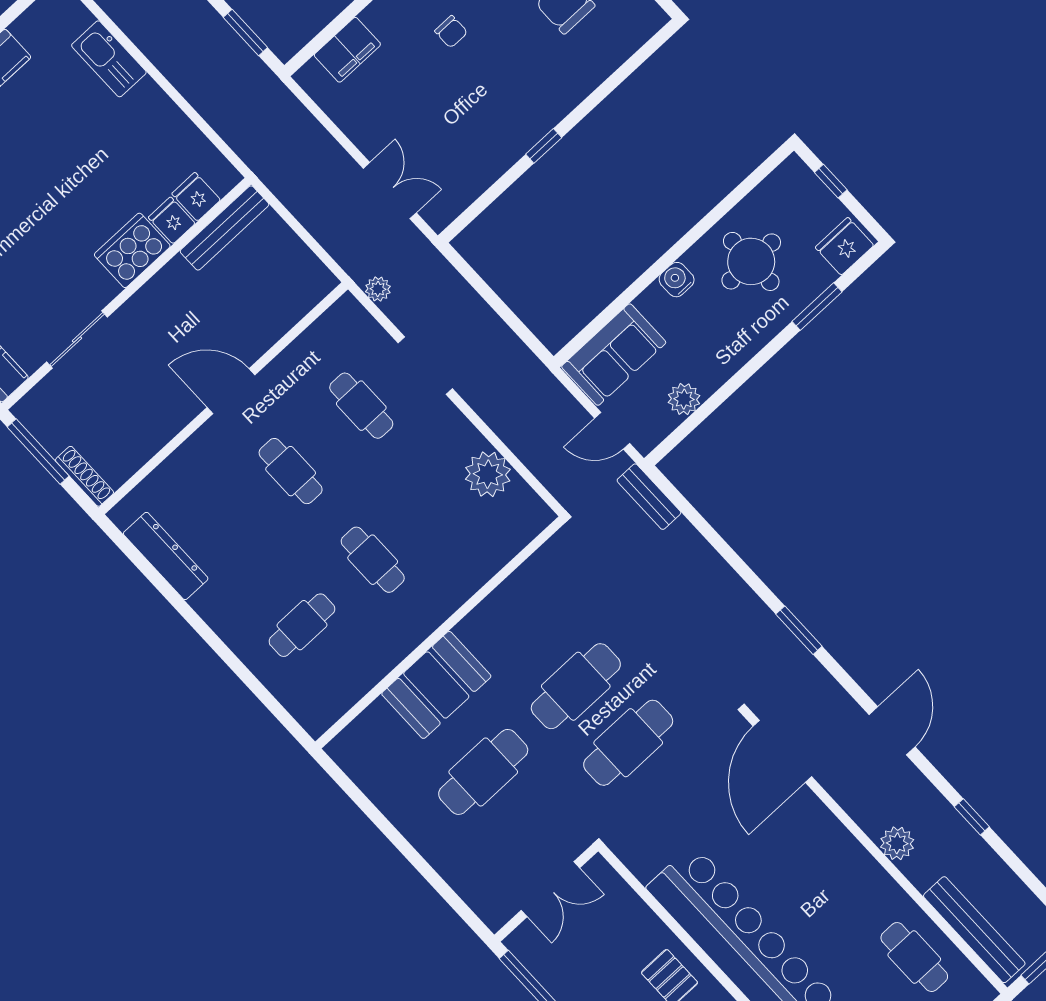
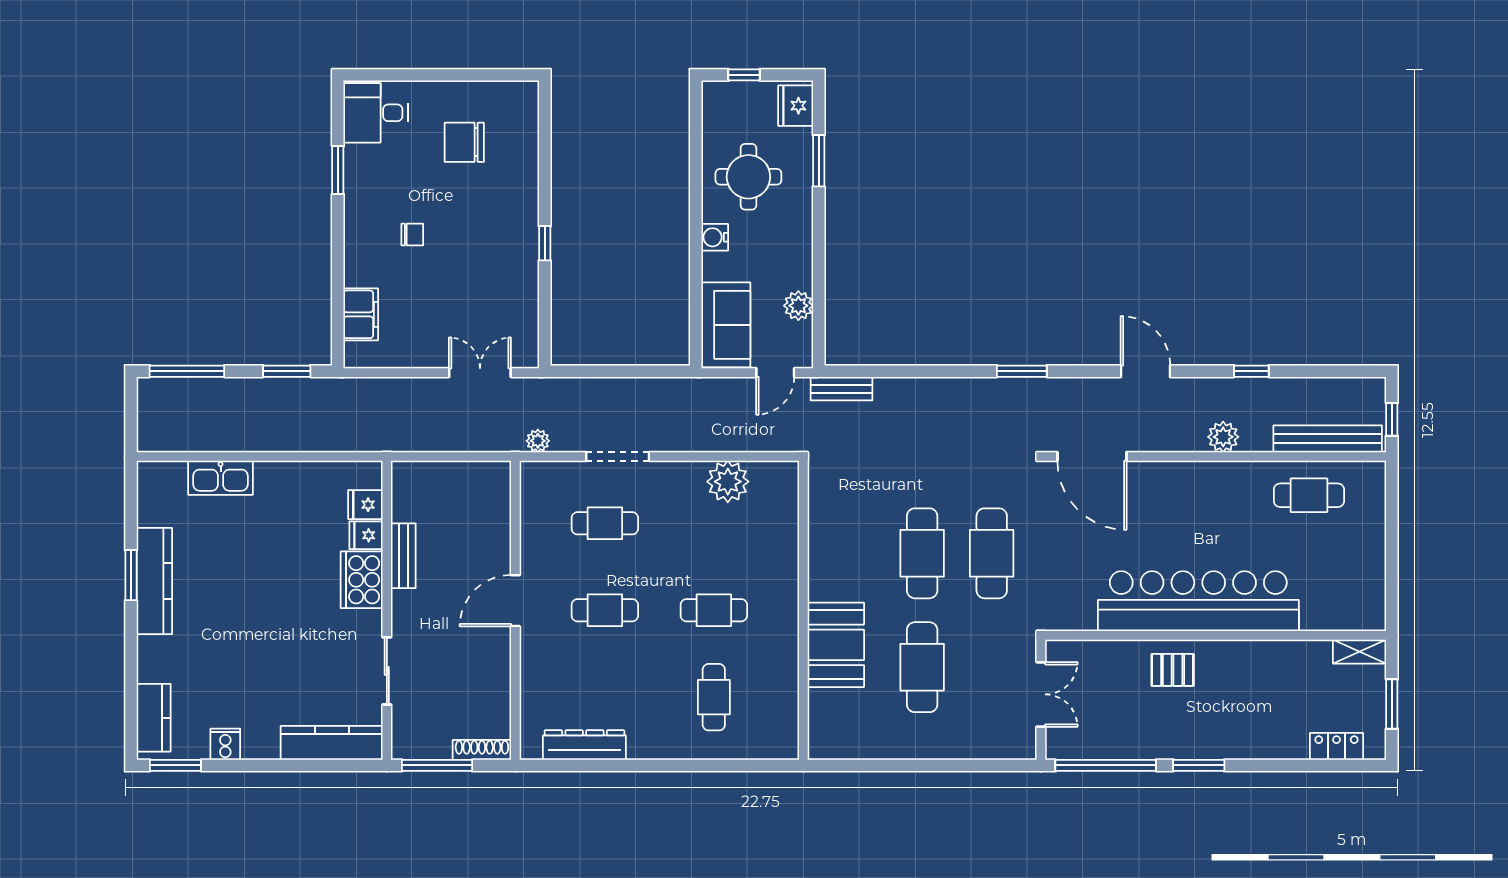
bench: (225, 228) -> (403, 556), moved, width x0.73

